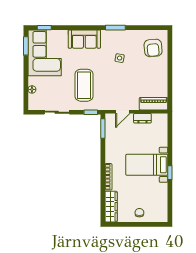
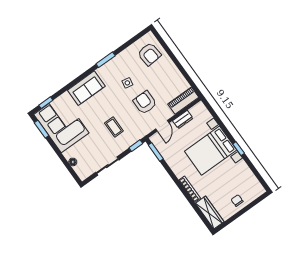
armchair: (122, 83) -> (145, 102), added
coffee table: (84, 85) -> (114, 127), width x0.54, depth x0.58
bed with nightstands: (147, 165) -> (211, 151), width x1.36

